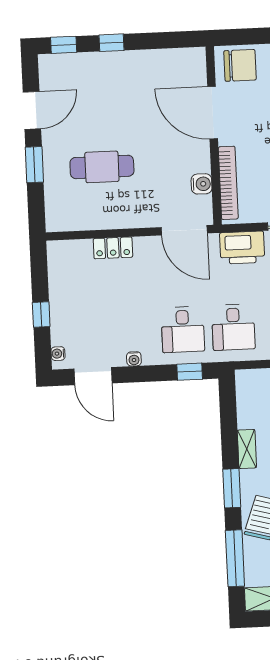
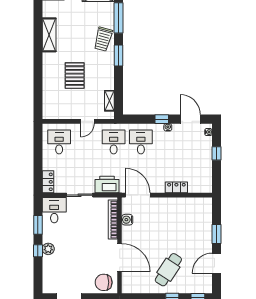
cafe table: (102, 167) -> (168, 270), moved, turned -57
window: (190, 372) -> (162, 119), moved
shelving: (247, 449) -> (109, 101), moved

